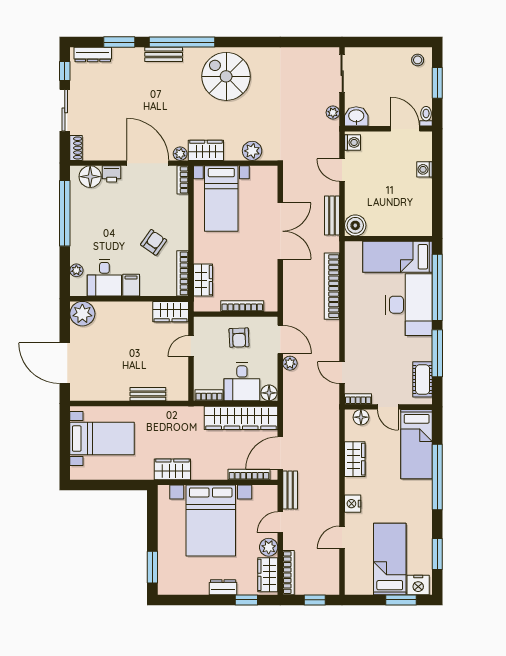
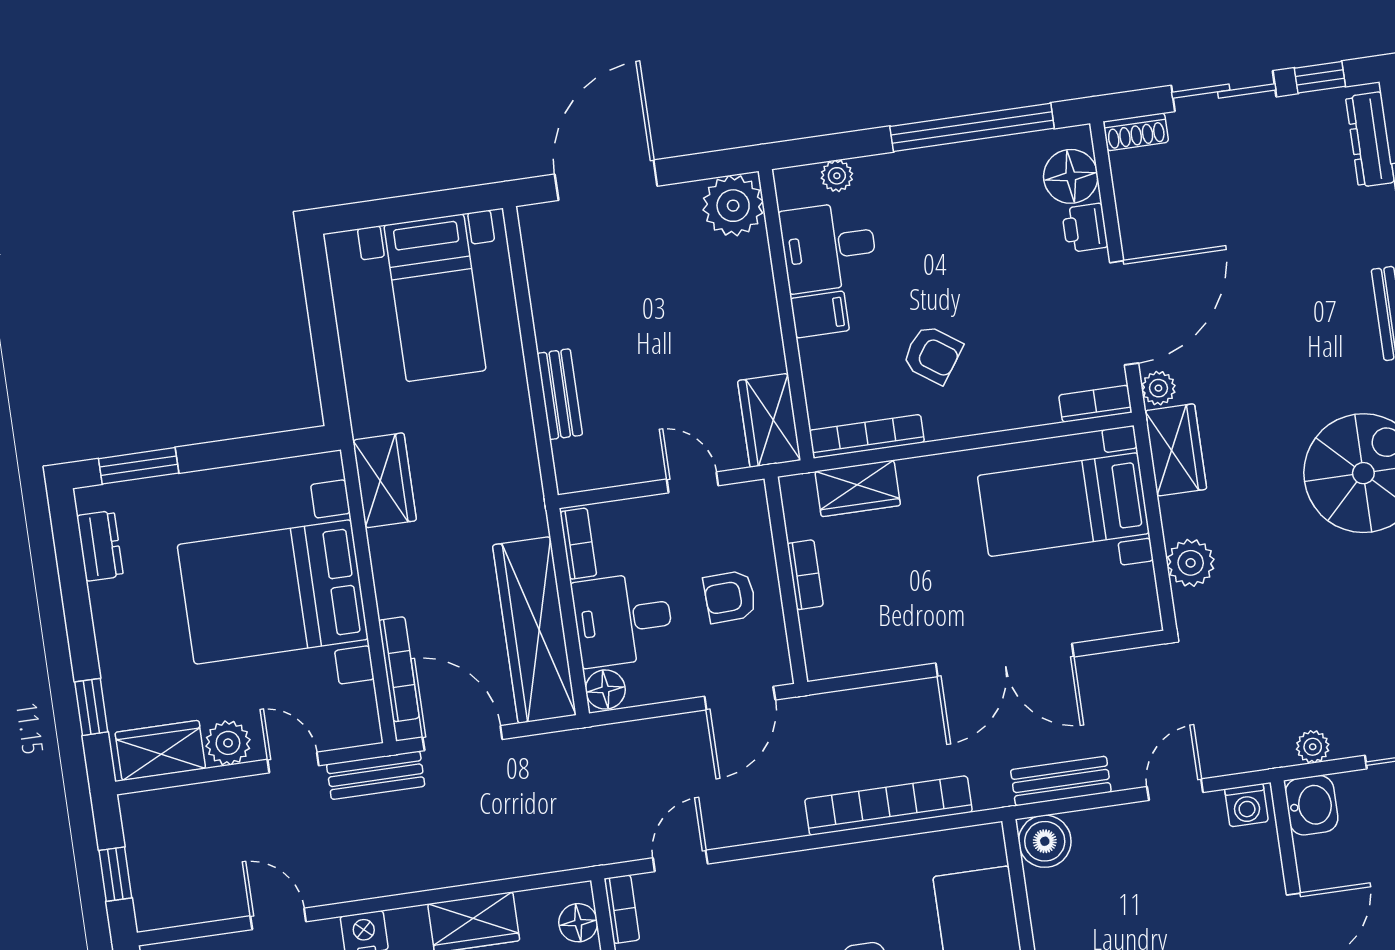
bookcase: (242, 306) -> (805, 575), width x0.64
plant: (290, 363) -> (685, 730), removed
bookcase: (289, 573) -> (173, 800), removed
dresser: (223, 587) -> (100, 546), moved

